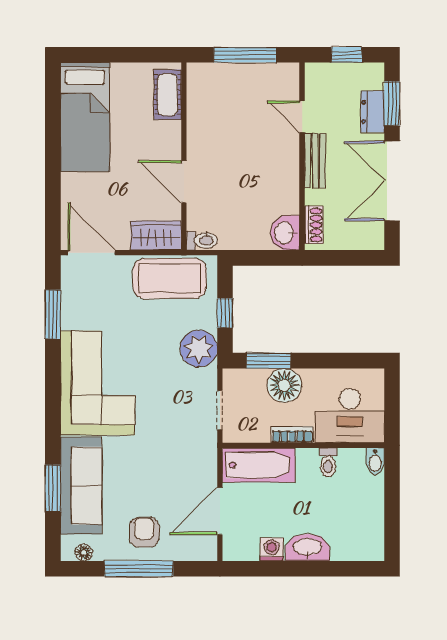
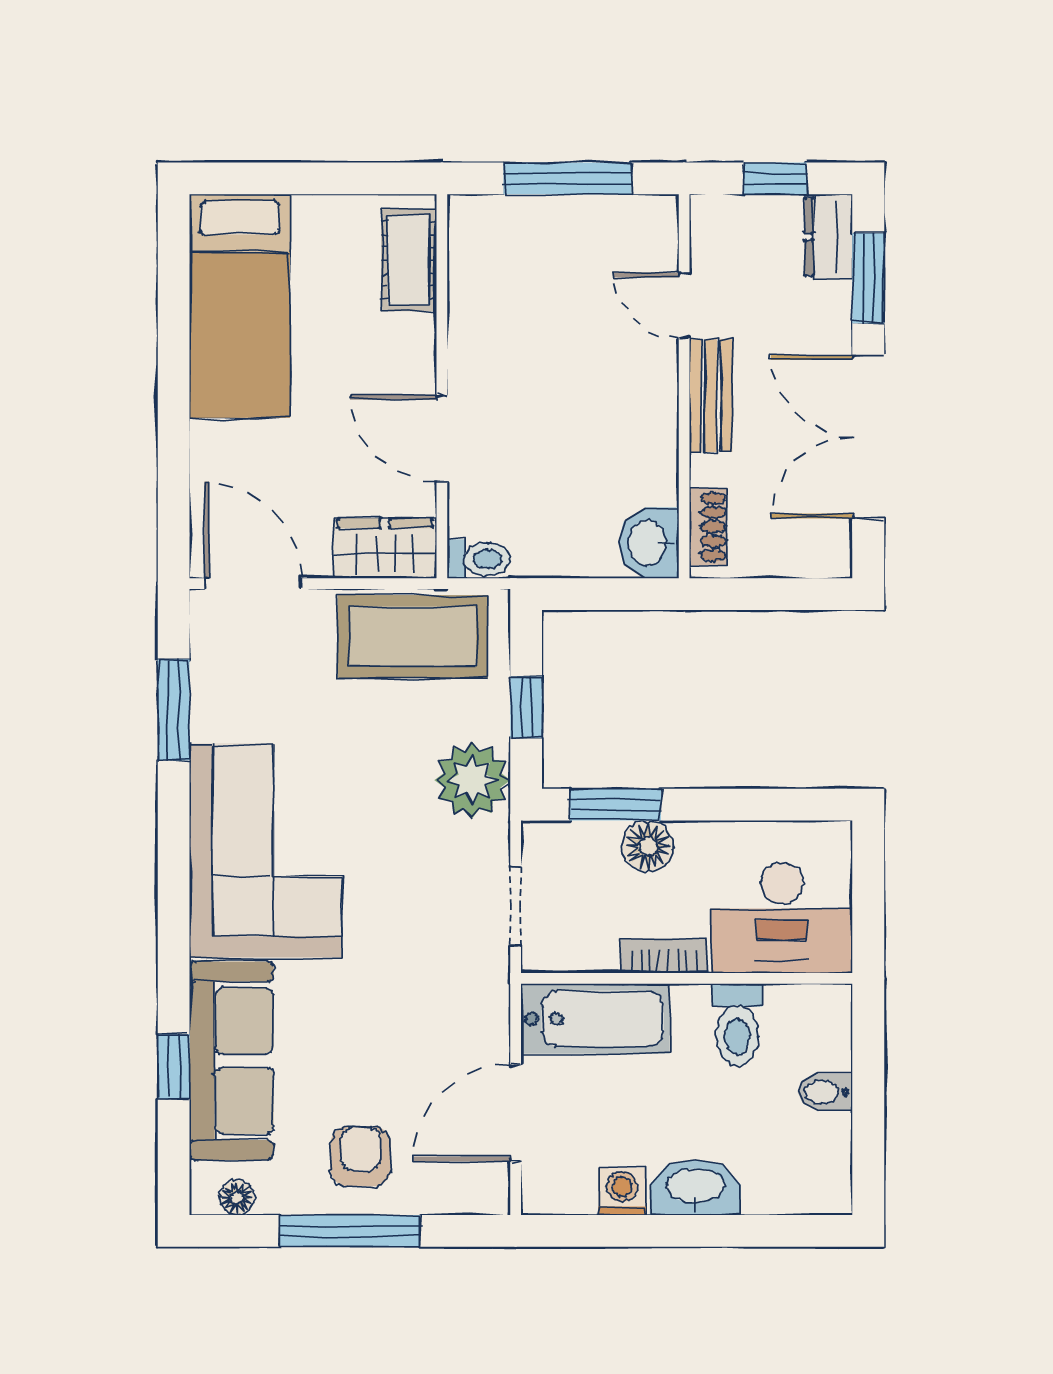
dresser: (373, 112) -> (829, 237), moved
floor lamp: (284, 385) -> (648, 846), width x0.73, depth x0.73
bidet: (375, 461) -> (825, 1092), moved, turned 90
toilet: (328, 462) -> (737, 1025), width x1.37, depth x1.39
window: (53, 488) -> (174, 1066), width x0.67

